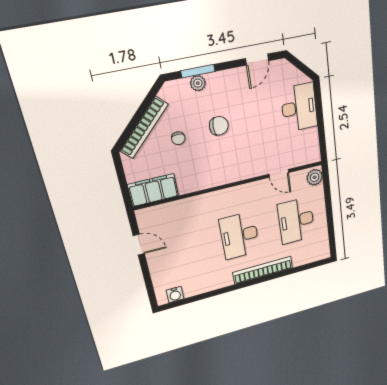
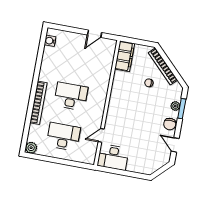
desk: (299, 108) -> (113, 157), moved
chair: (219, 126) -> (170, 124), moved
plant: (315, 177) -> (31, 148), moved

